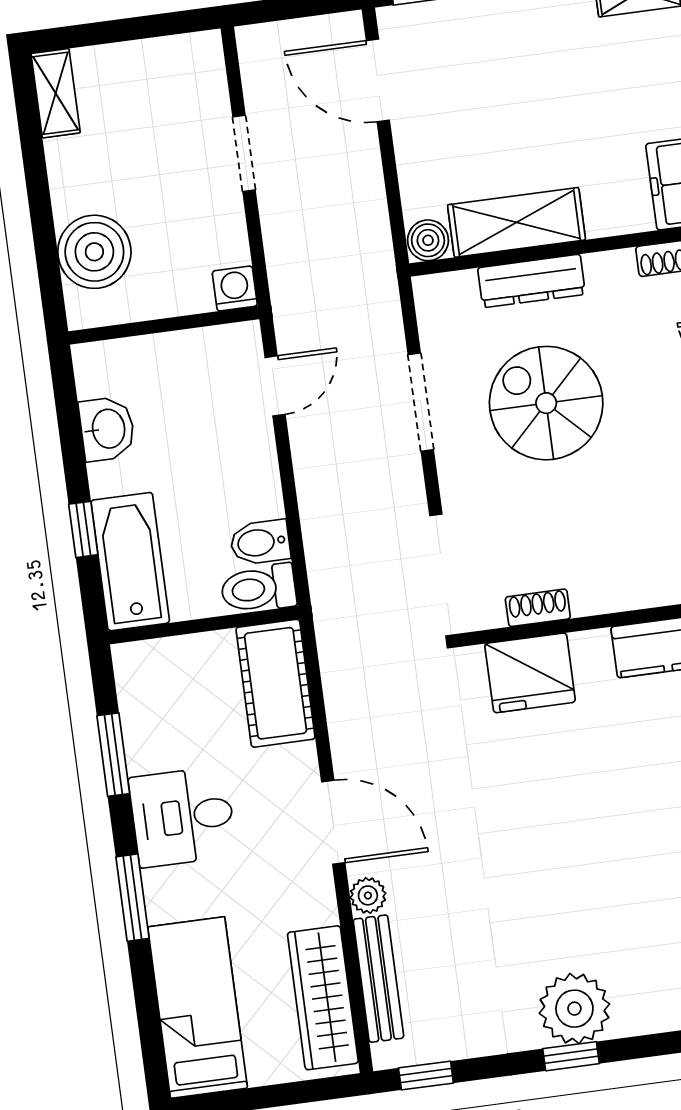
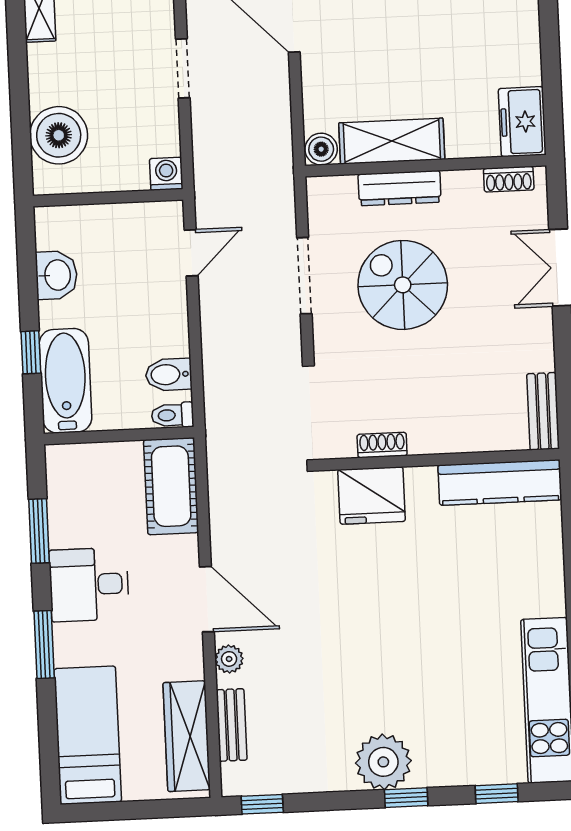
toilet: (259, 589) -> (173, 415), width x0.73, depth x0.72
bench: (378, 979) -> (232, 725), width x0.73
window: (571, 1056) -> (406, 798), moved

